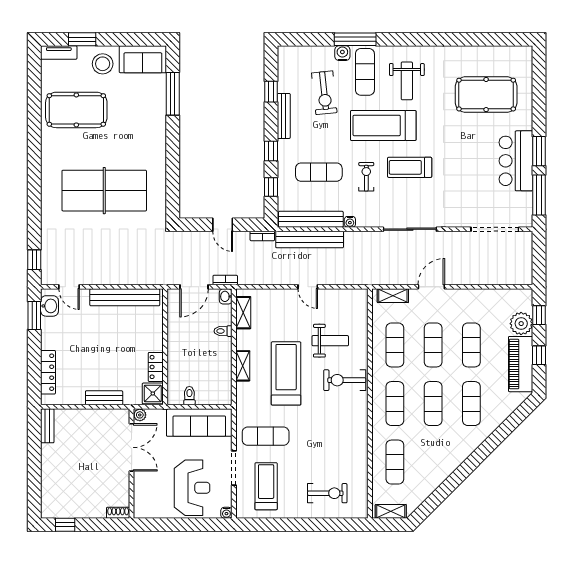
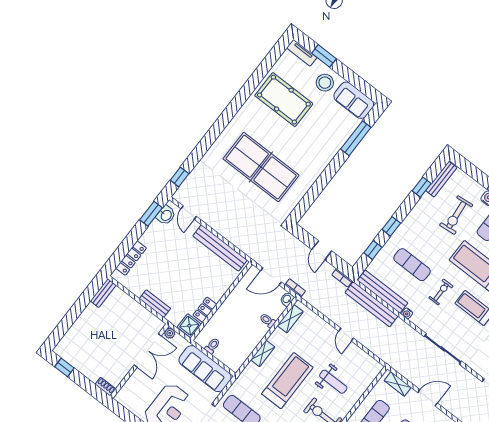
bench: (284, 116) -> (441, 179), moved

